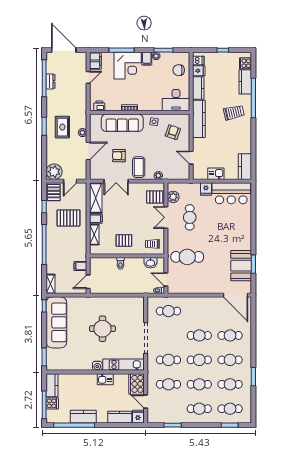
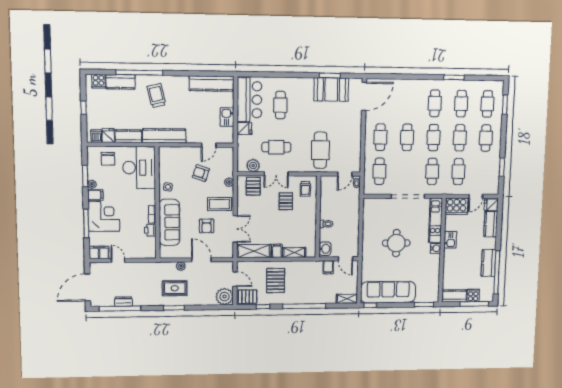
desk: (176, 100) -> (139, 168), width x1.36, depth x1.30
printer: (99, 106) -> (150, 230), moved
armchair: (173, 132) -> (201, 173), moved
kitchen counter: (245, 167) -> (212, 83), width x1.50
cafe table: (227, 221) -> (280, 105), added
pallet: (124, 240) -> (286, 201), moved
washbasin: (150, 263) -> (325, 249), moved
cafe table: (230, 335) -> (380, 137), moved

